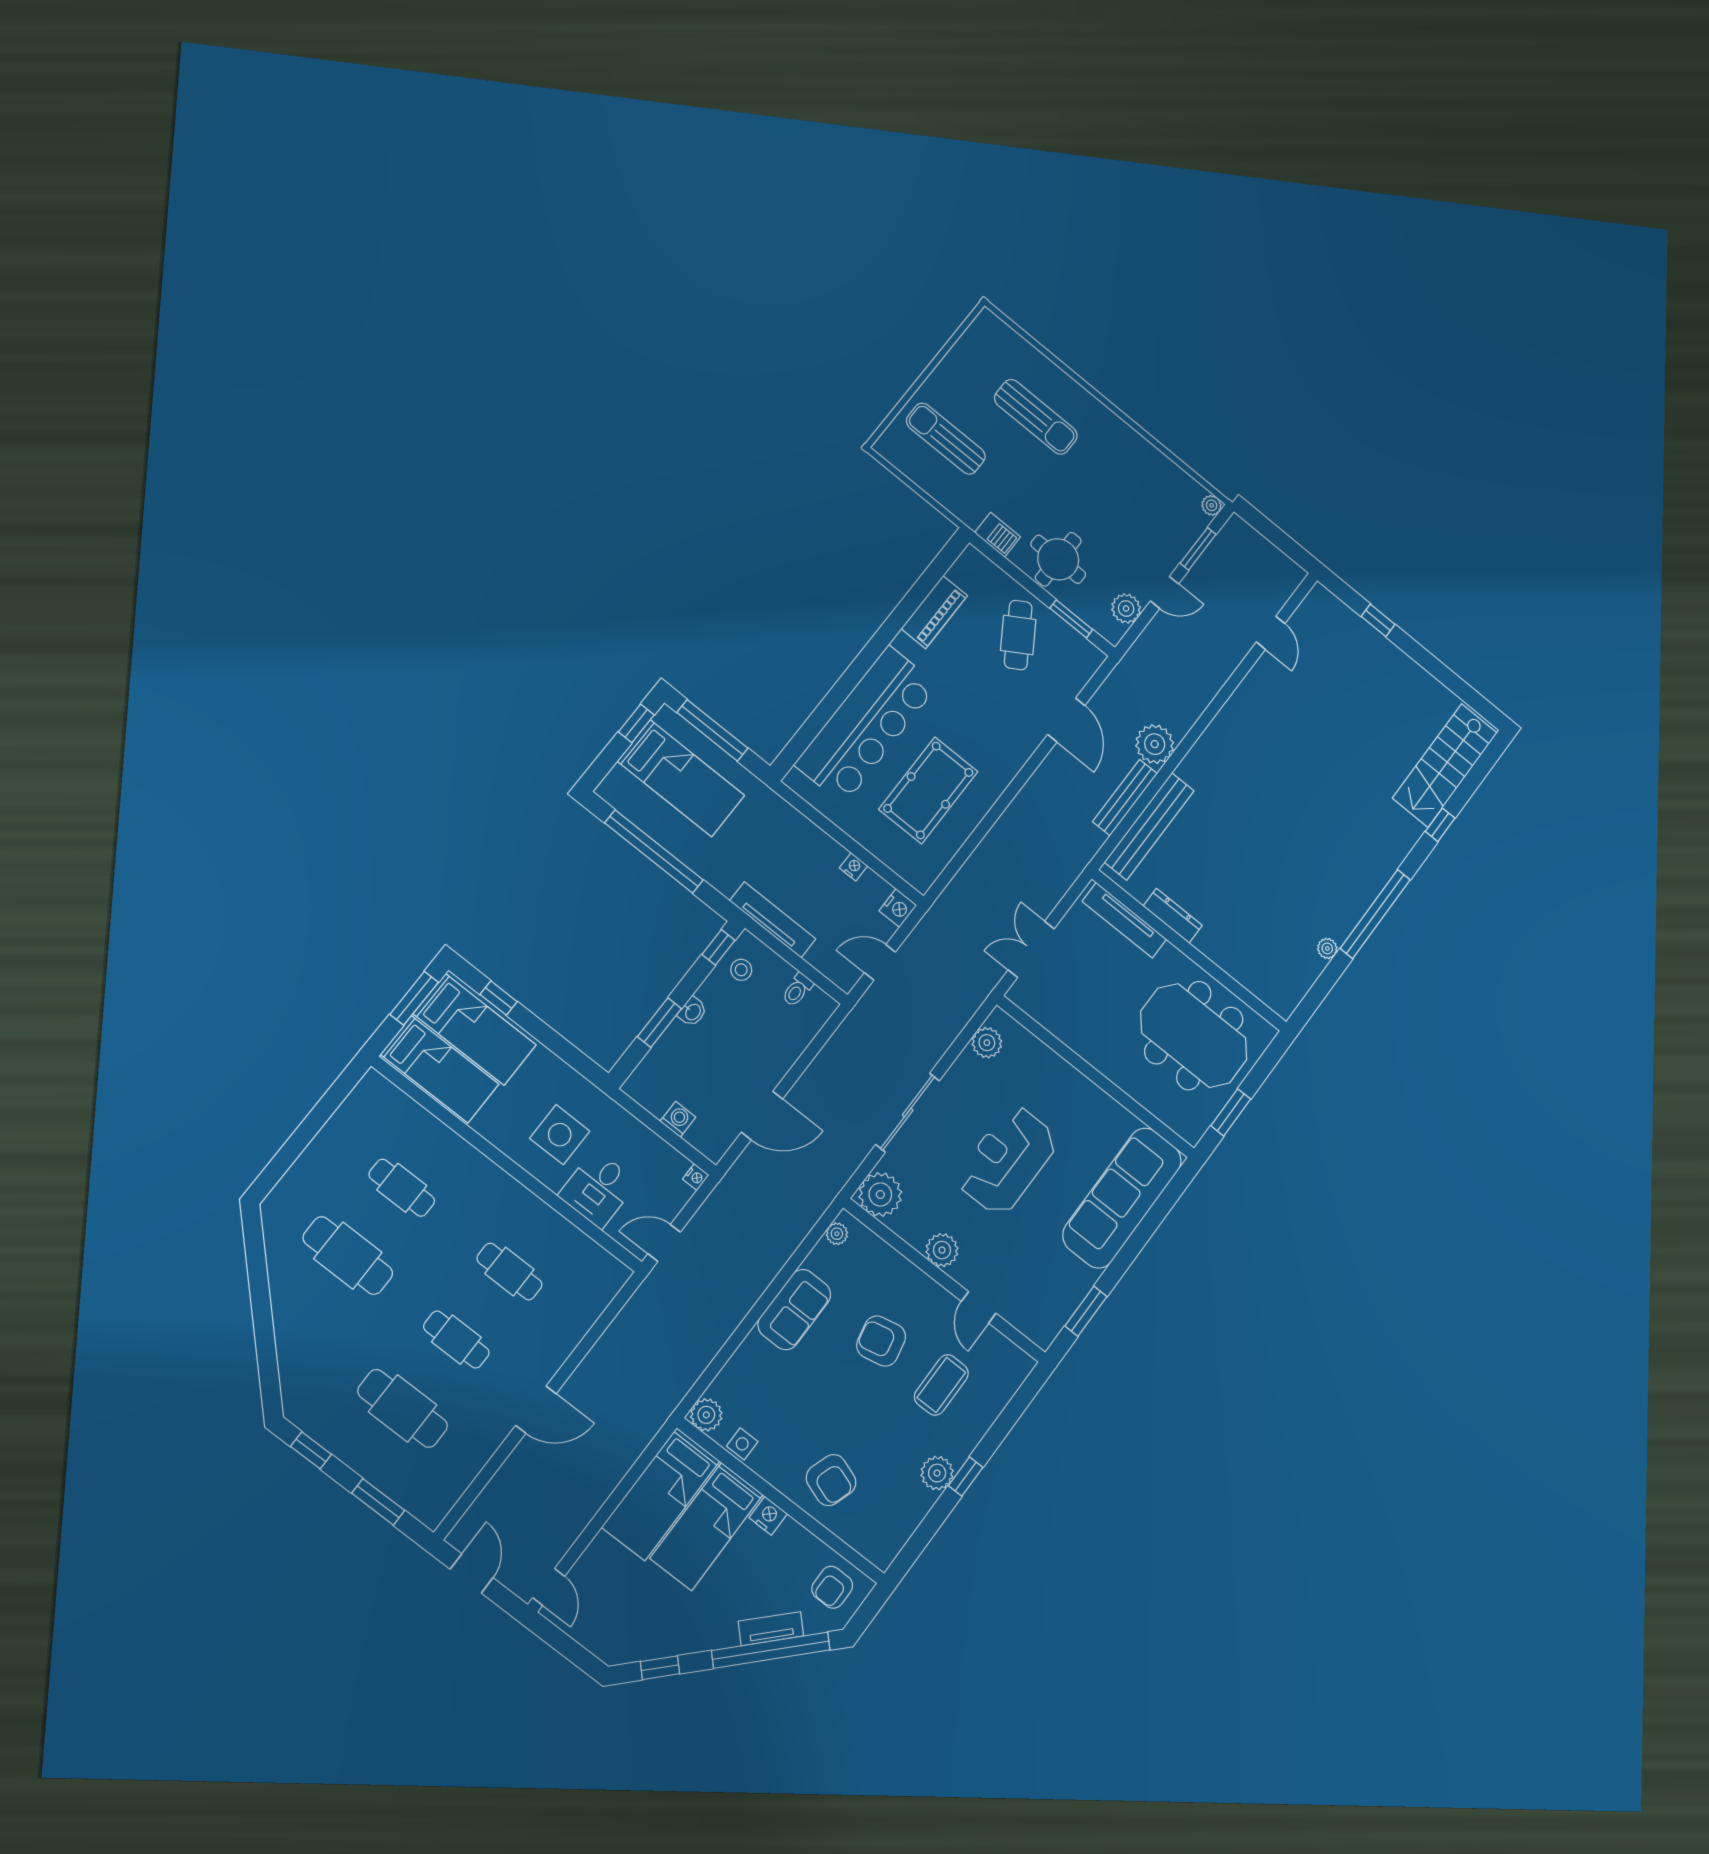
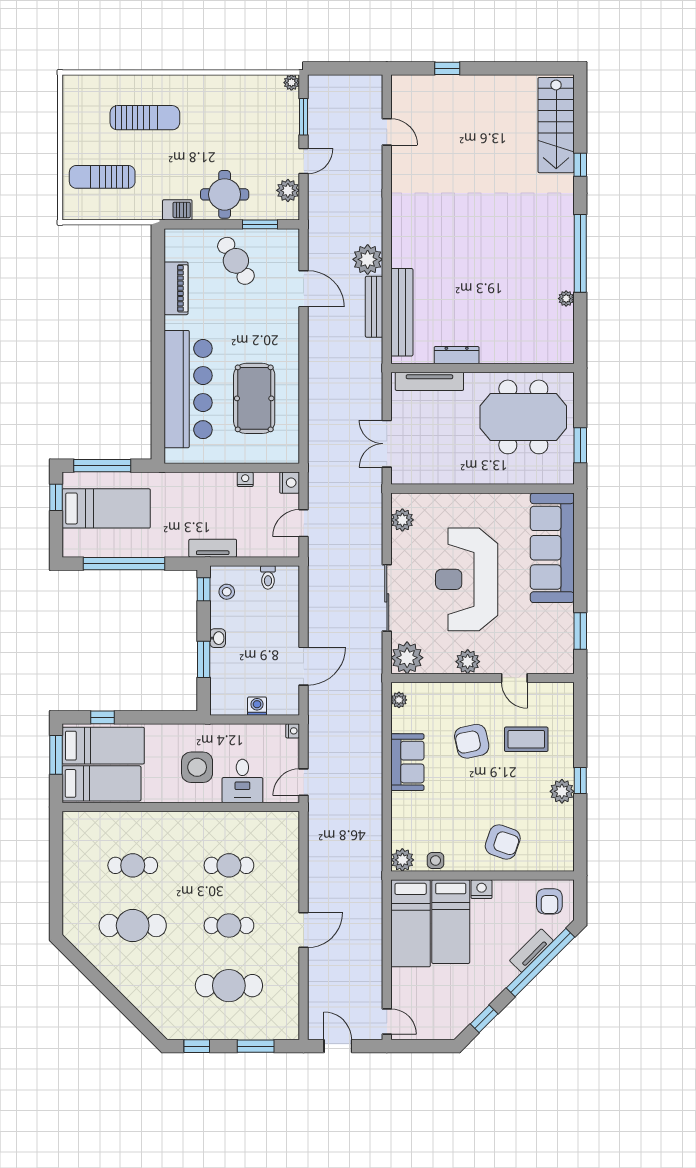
tv unit: (773, 920) -> (213, 548), width x0.71
reception desk: (1007, 1160) -> (467, 579), width x1.36, depth x1.30
coffee table: (941, 1385) -> (526, 739), turned 90

